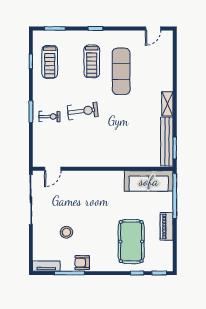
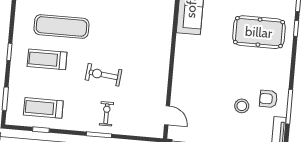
treadmill: (92, 61) -> (47, 59), turned 180
treadmill: (50, 62) -> (43, 108), turned 180
exercise bike: (83, 111) -> (103, 75), turned -77
armchair: (82, 263) -> (268, 99), moved, turned 90

